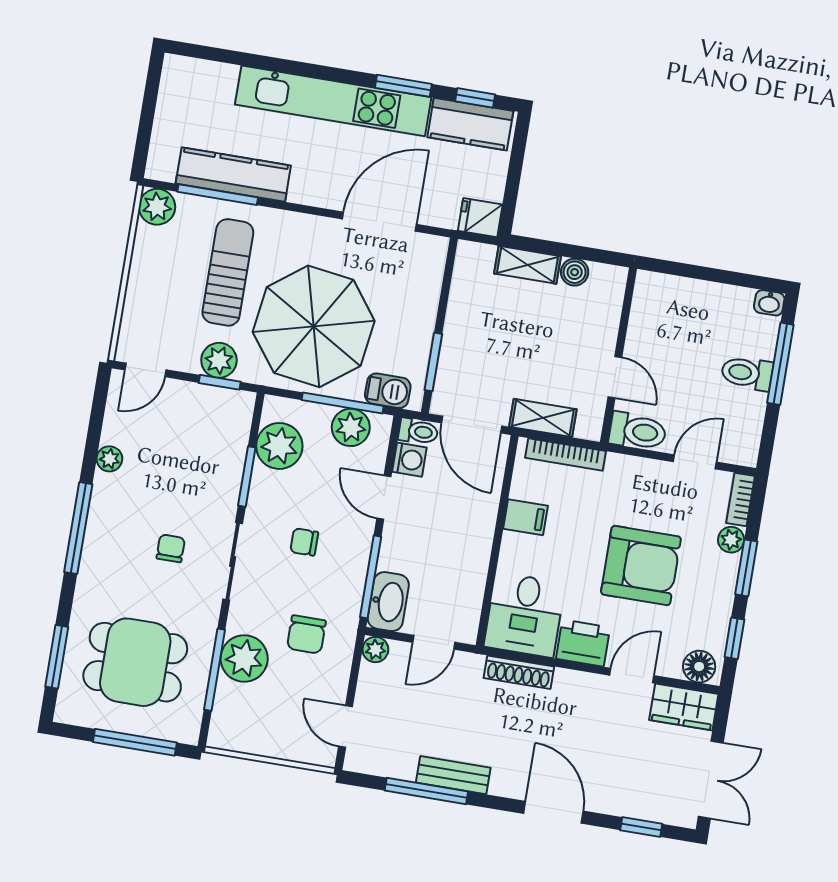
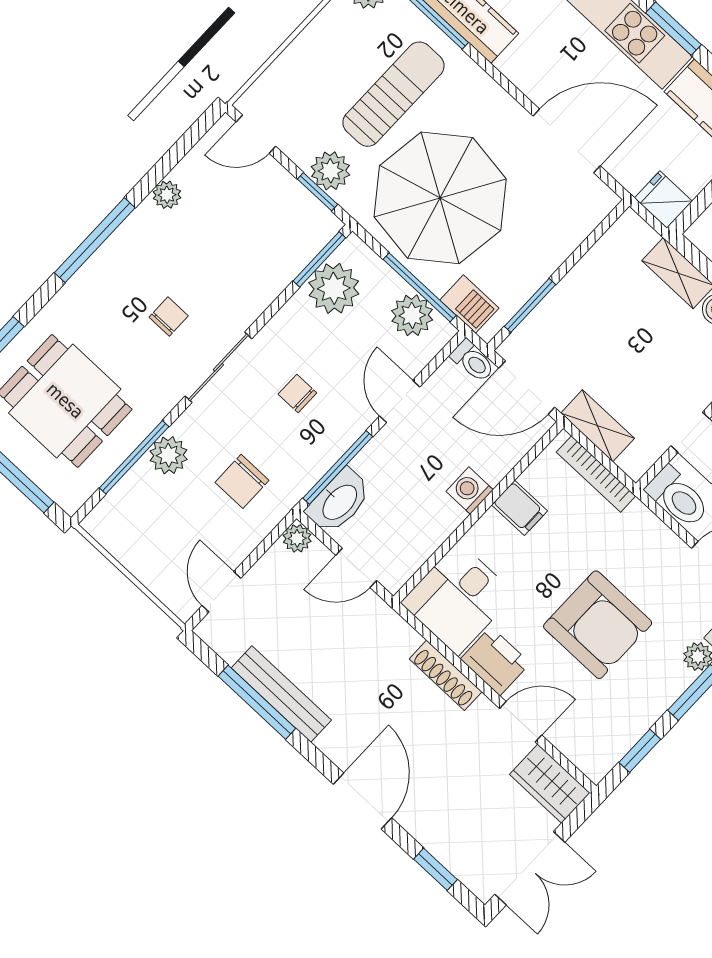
door: (472, 424) -> (527, 388), hinge flipped
washing machine: (409, 460) -> (470, 491), moved, turned 180
window: (247, 477) -> (319, 259), moved
plant: (244, 658) -> (169, 455), width x0.73, depth x0.73
floor lamp: (699, 667) -> (589, 755), removed
shoe rack: (519, 672) -> (446, 675), moved
bench: (453, 775) -> (281, 694), width x1.36

